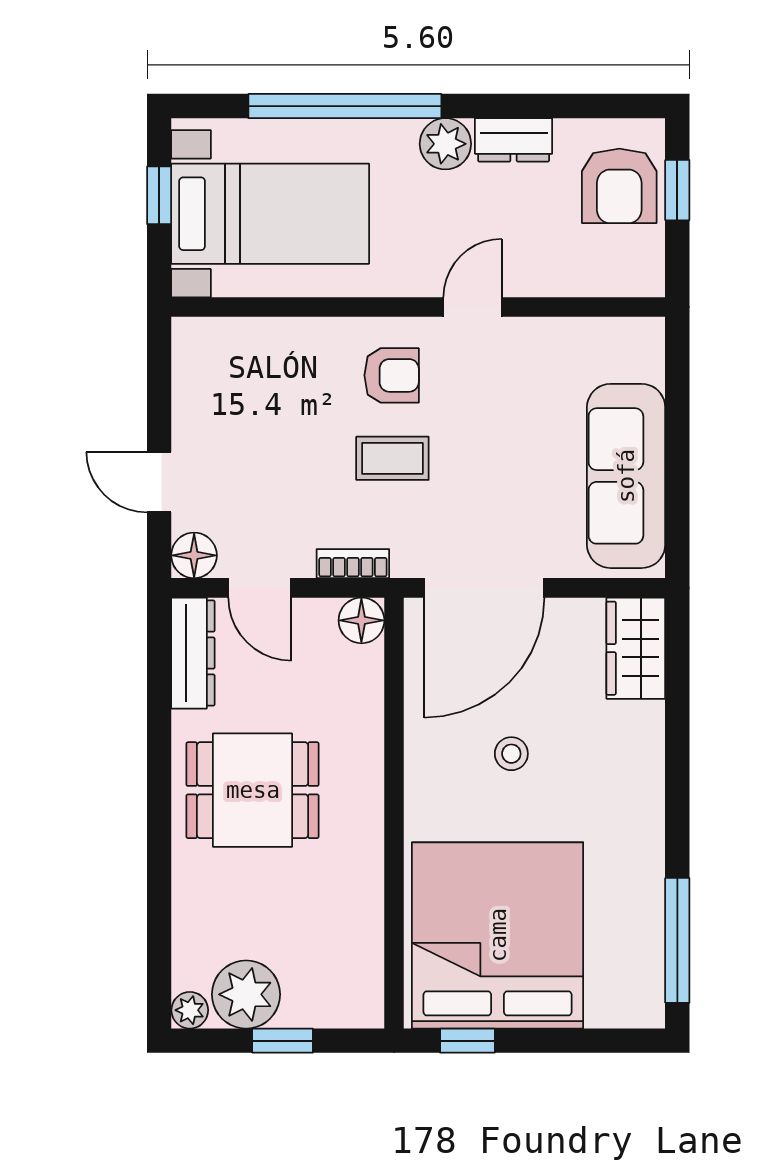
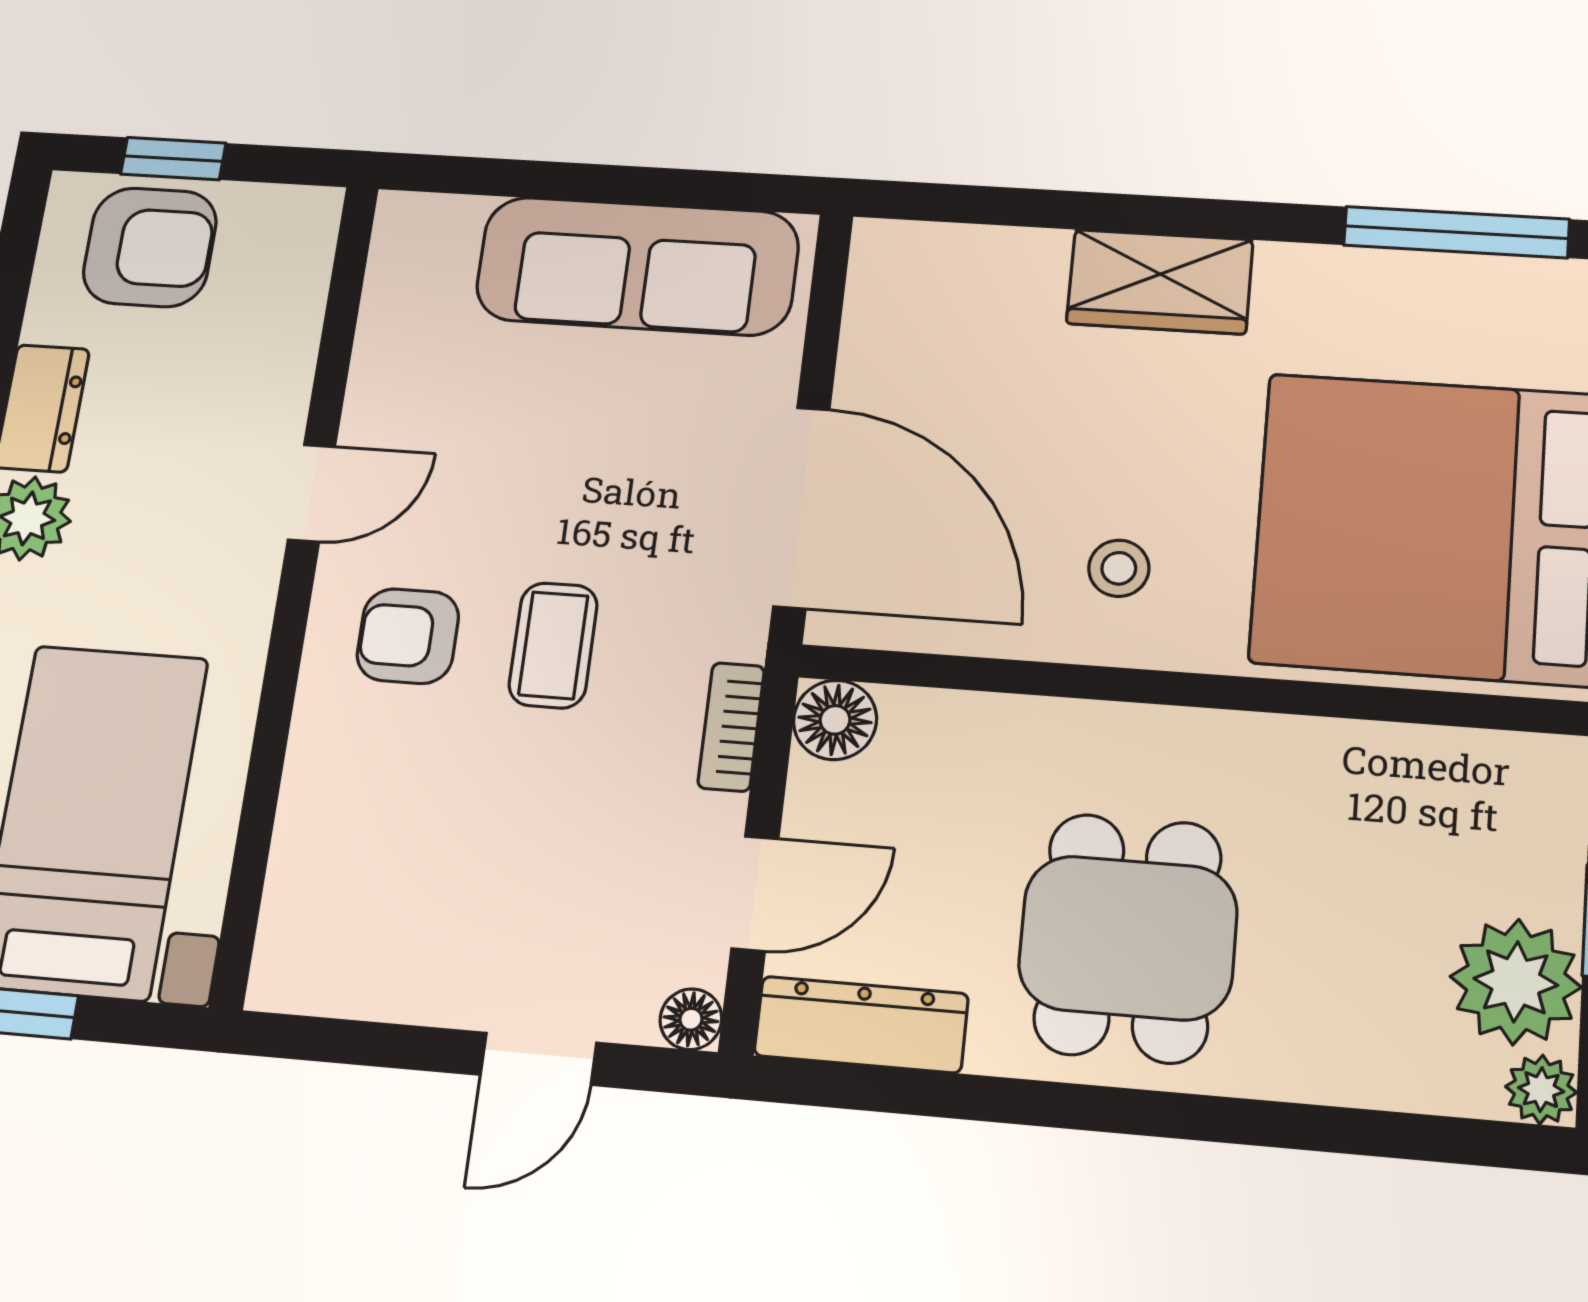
door: (473, 307) -> (312, 493), swing flipped
armchair: (392, 375) -> (408, 636), turned -90
floor lamp: (194, 555) -> (691, 1019), width x0.73, depth x0.73
wardrobe: (636, 648) -> (1160, 282), moved
stool: (511, 754) -> (1119, 568), moved

